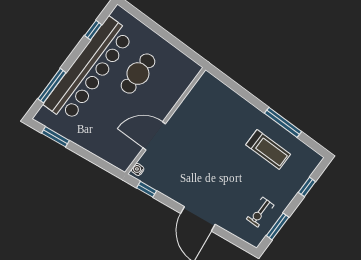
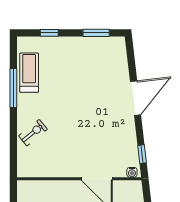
treadmill: (268, 149) -> (29, 73), moved
exercise bike: (260, 212) -> (33, 133), moved, turned -39

